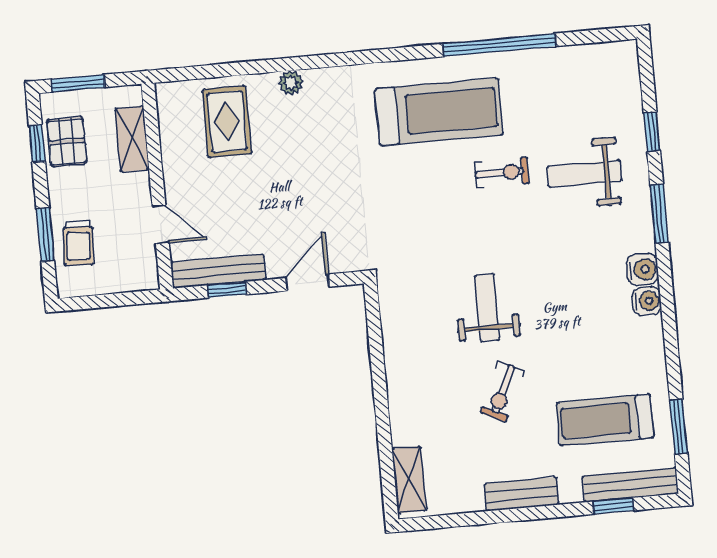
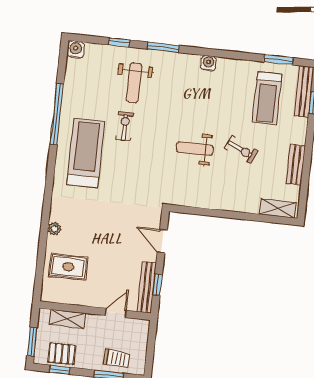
water cooler: (643, 269) -> (76, 50), moved
bench: (522, 494) -> (296, 165), moved

